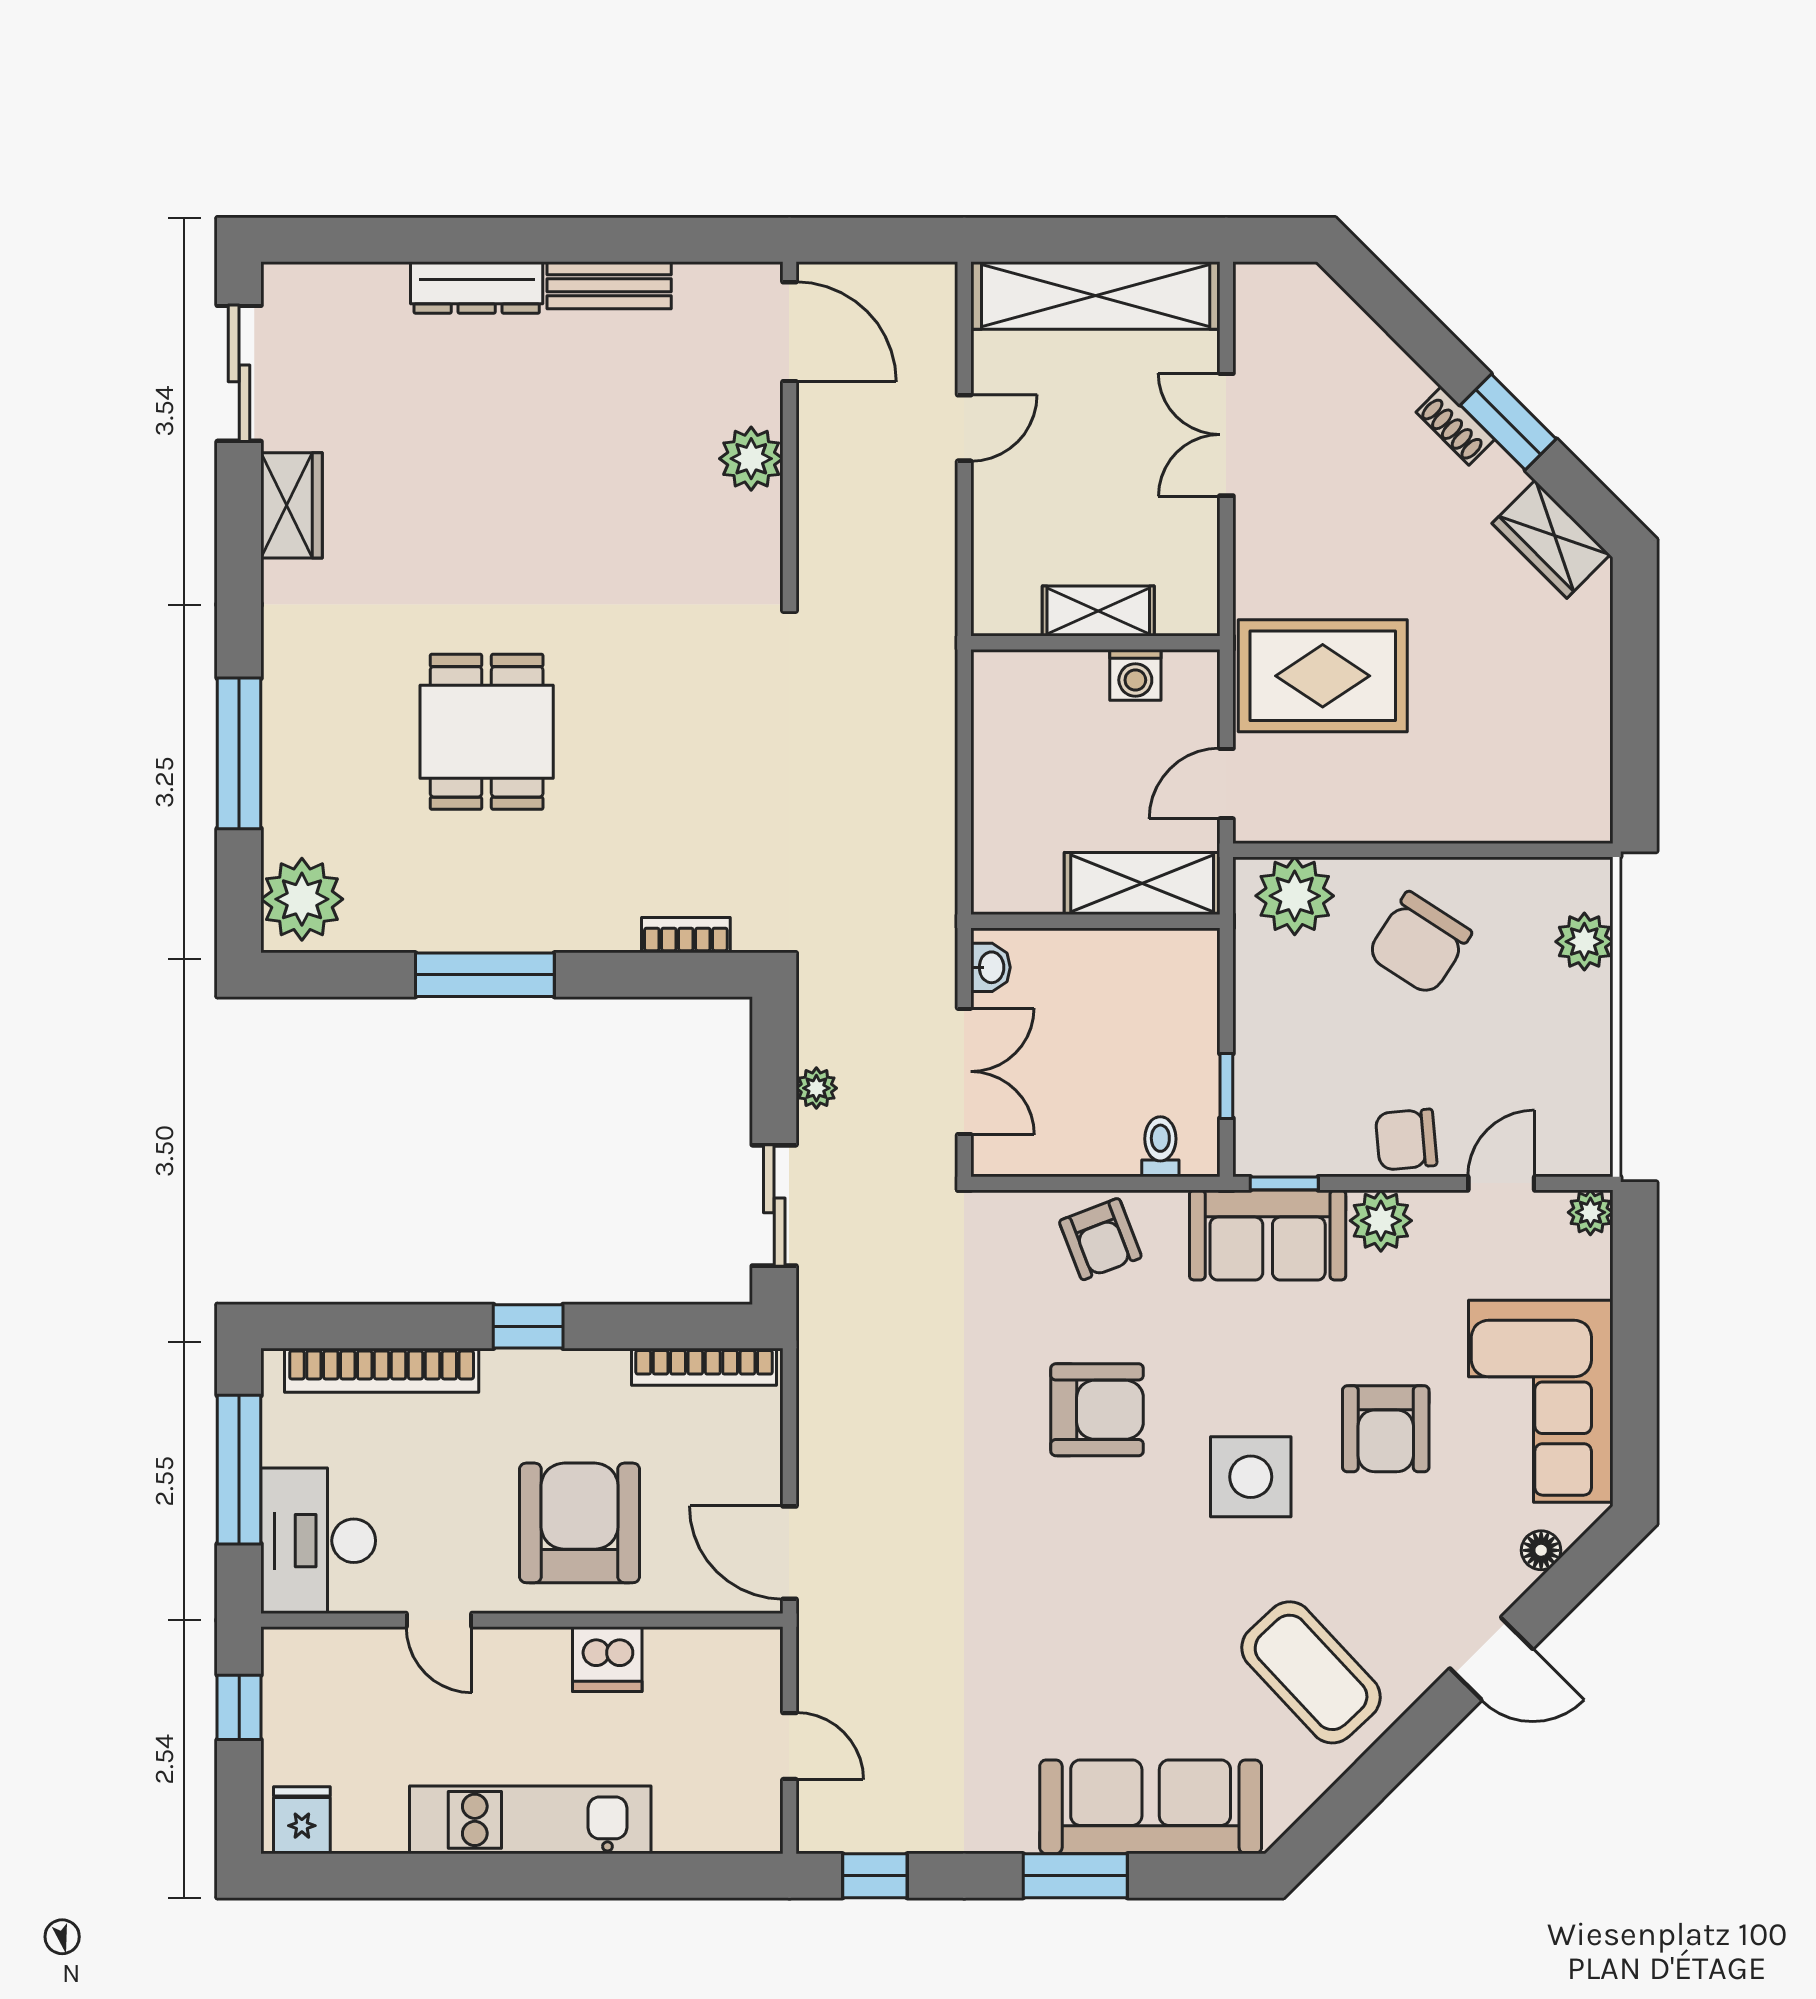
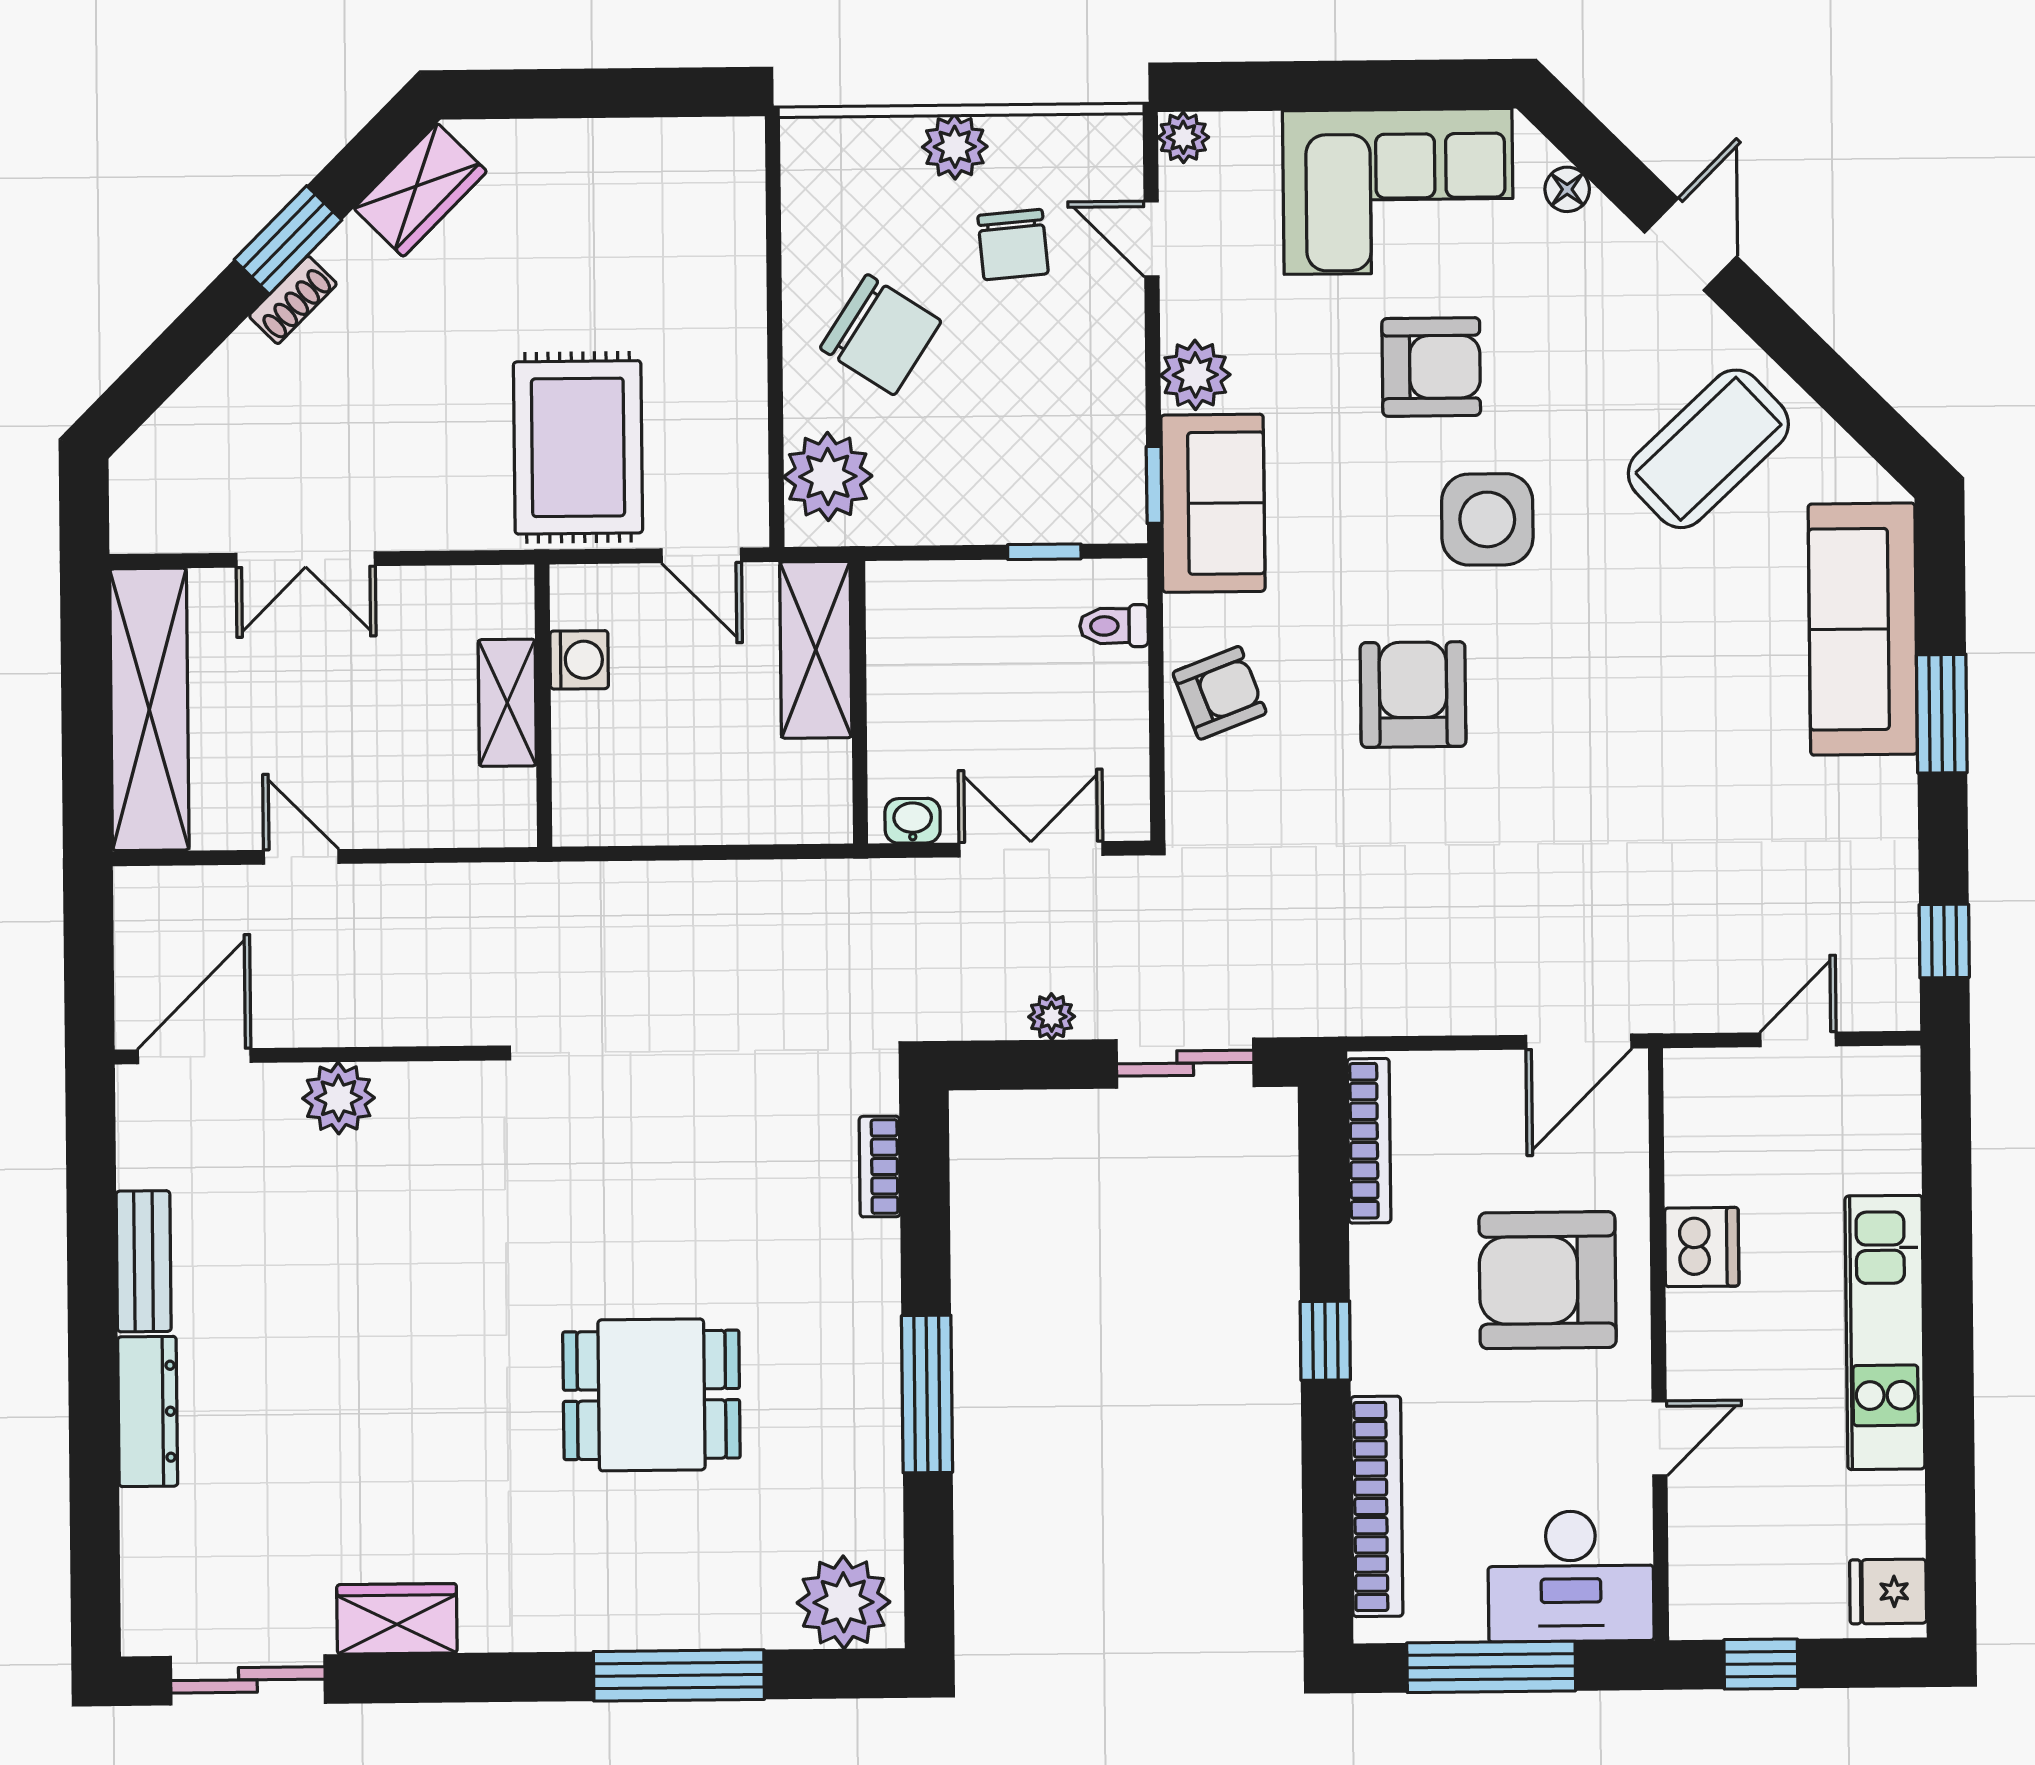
plant: (1584, 942) -> (955, 147), moved
chair: (1406, 1140) -> (1013, 245), moved

